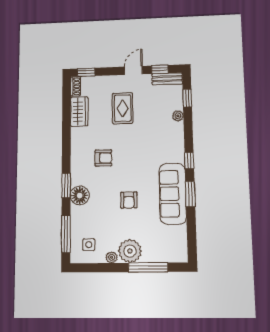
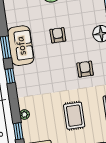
armchair: (103, 158) -> (85, 69), turned 90
sofa: (173, 194) -> (21, 46), width x0.73

